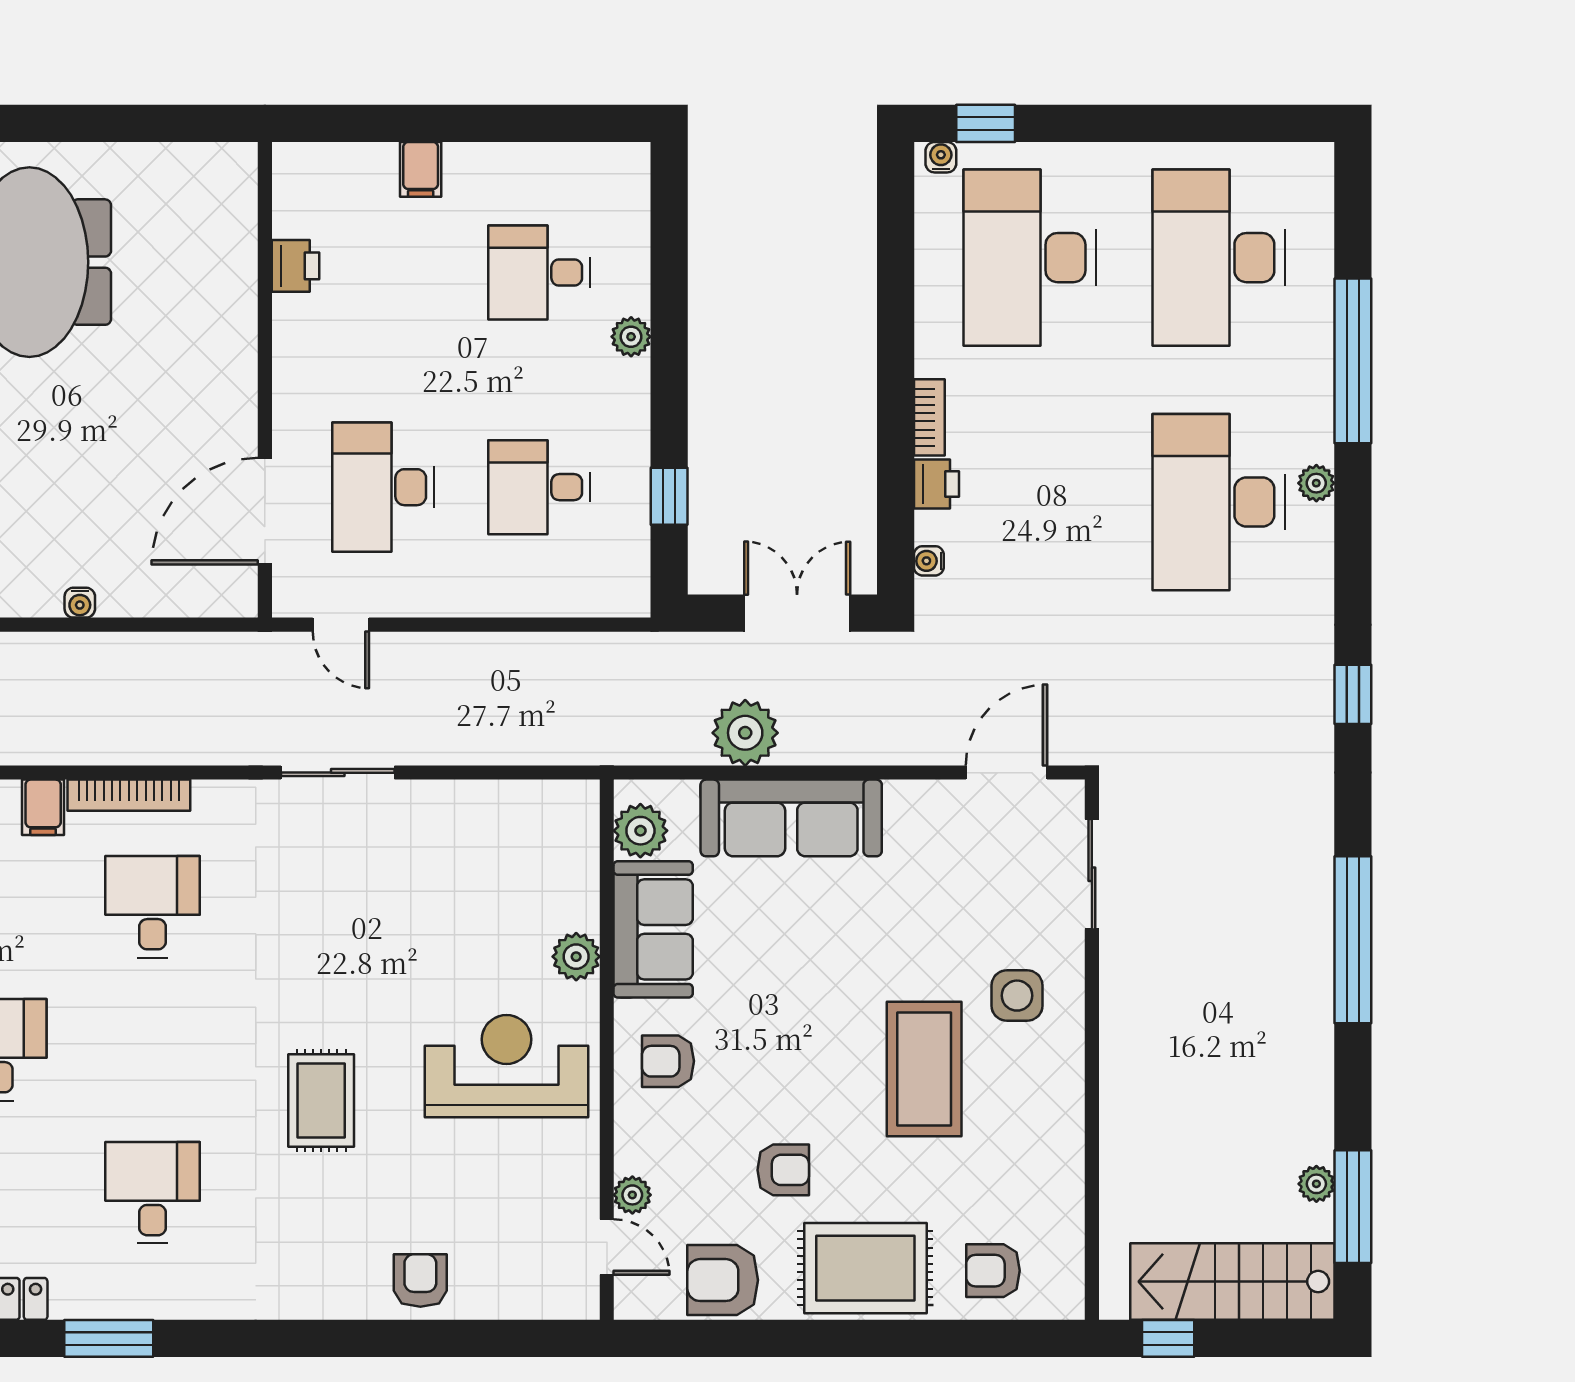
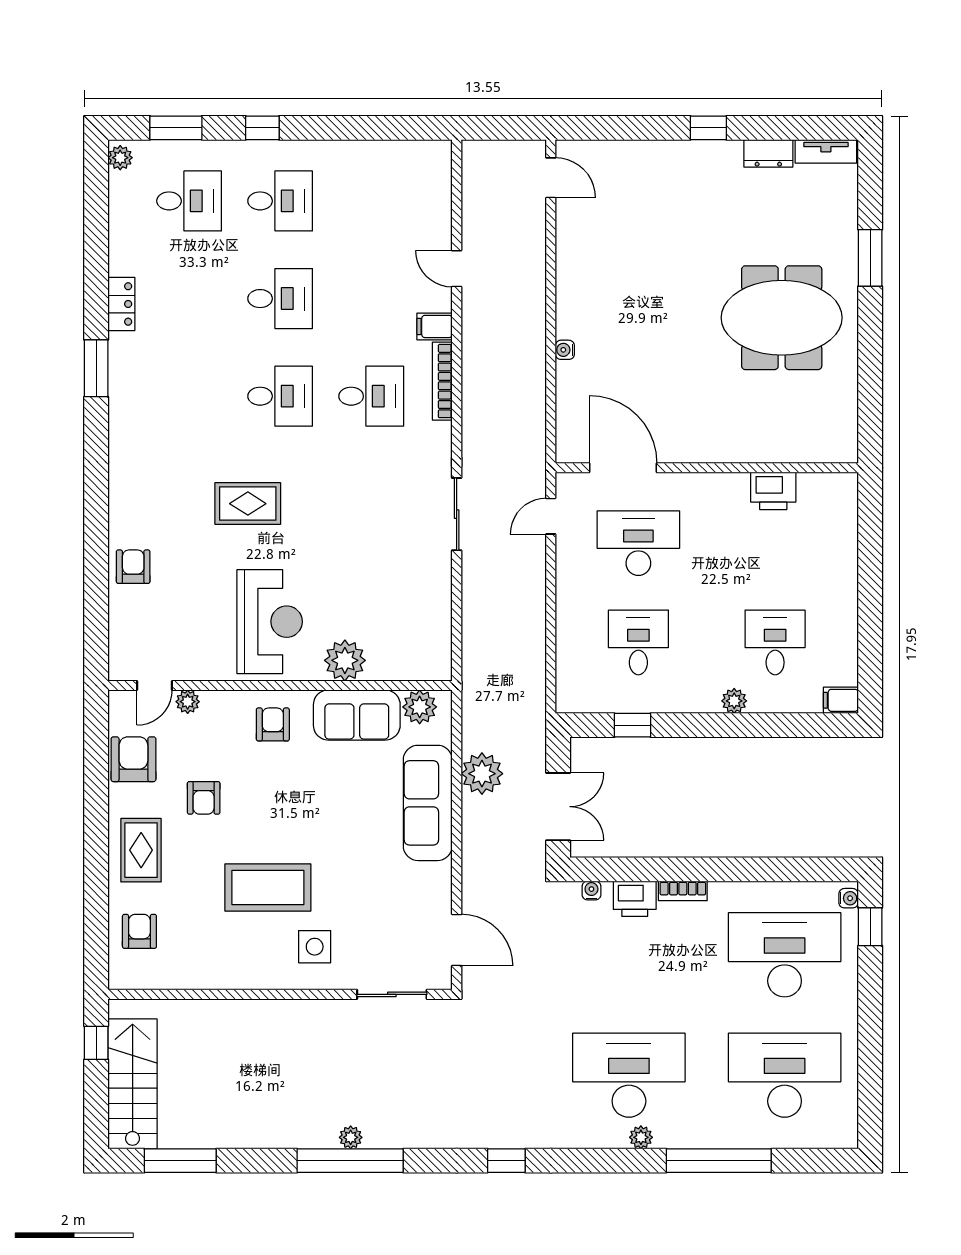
filing cabinet: (421, 169) -> (841, 700), moved
printer: (295, 266) -> (773, 491), width x1.36, depth x1.24
printer: (936, 484) -> (635, 899), width x1.36, depth x1.24
plant: (576, 957) -> (345, 660), width x1.36, depth x1.36
plant: (1316, 1184) -> (351, 1137), moved
desk: (153, 1193) -> (280, 396), moved
rug: (865, 1268) -> (141, 850), width x0.73, depth x0.70
armchair: (420, 1280) -> (133, 567), turned -90

